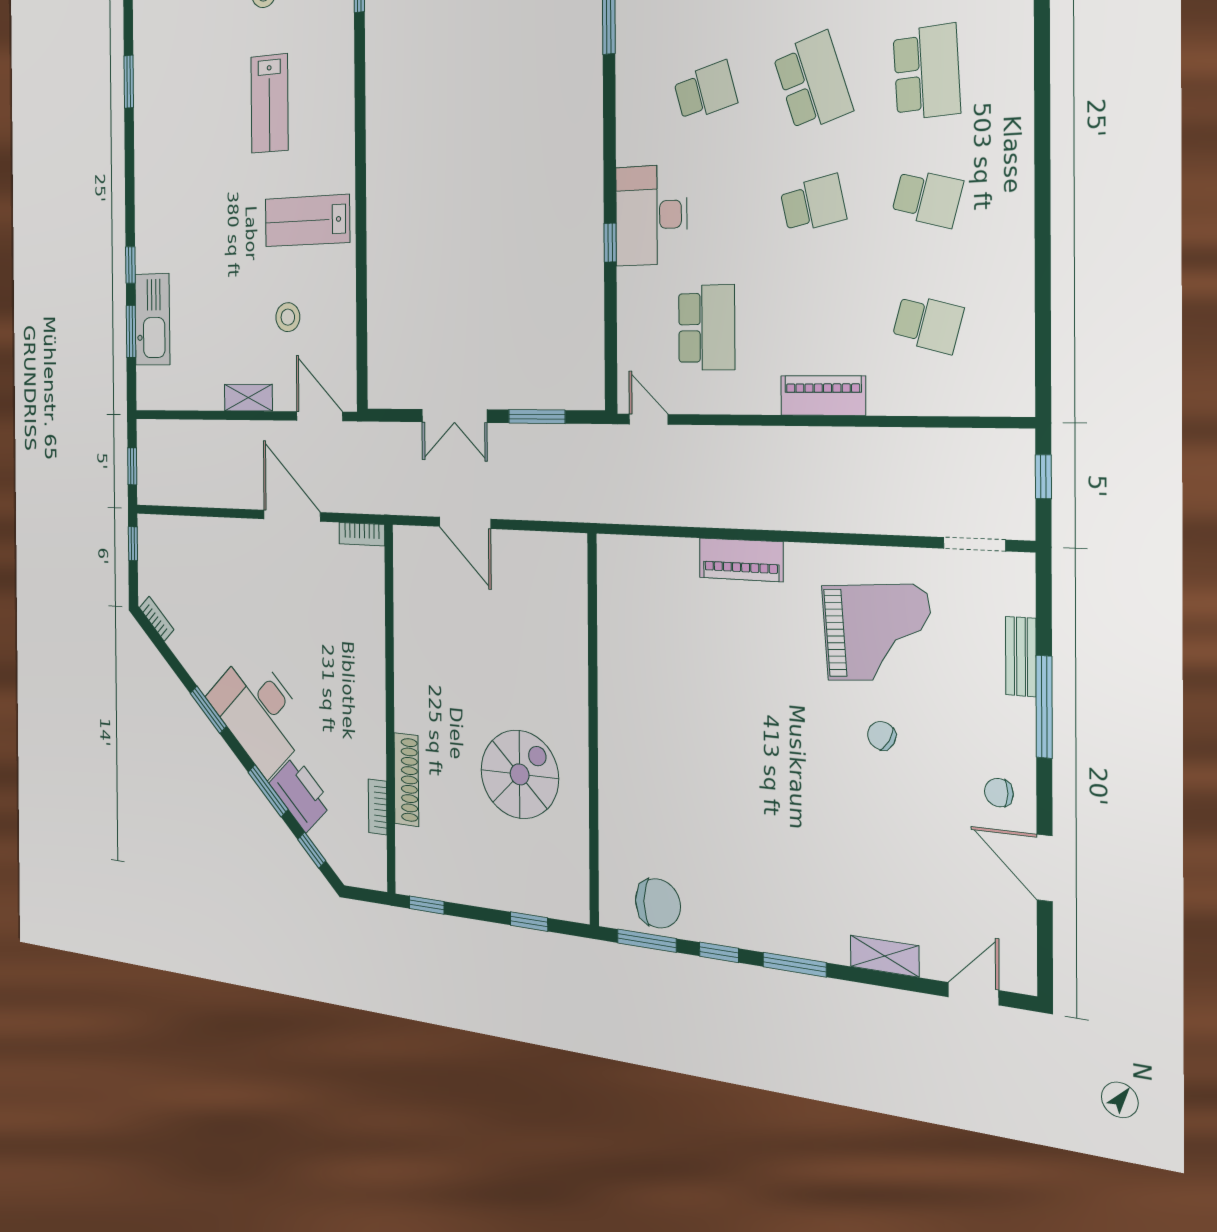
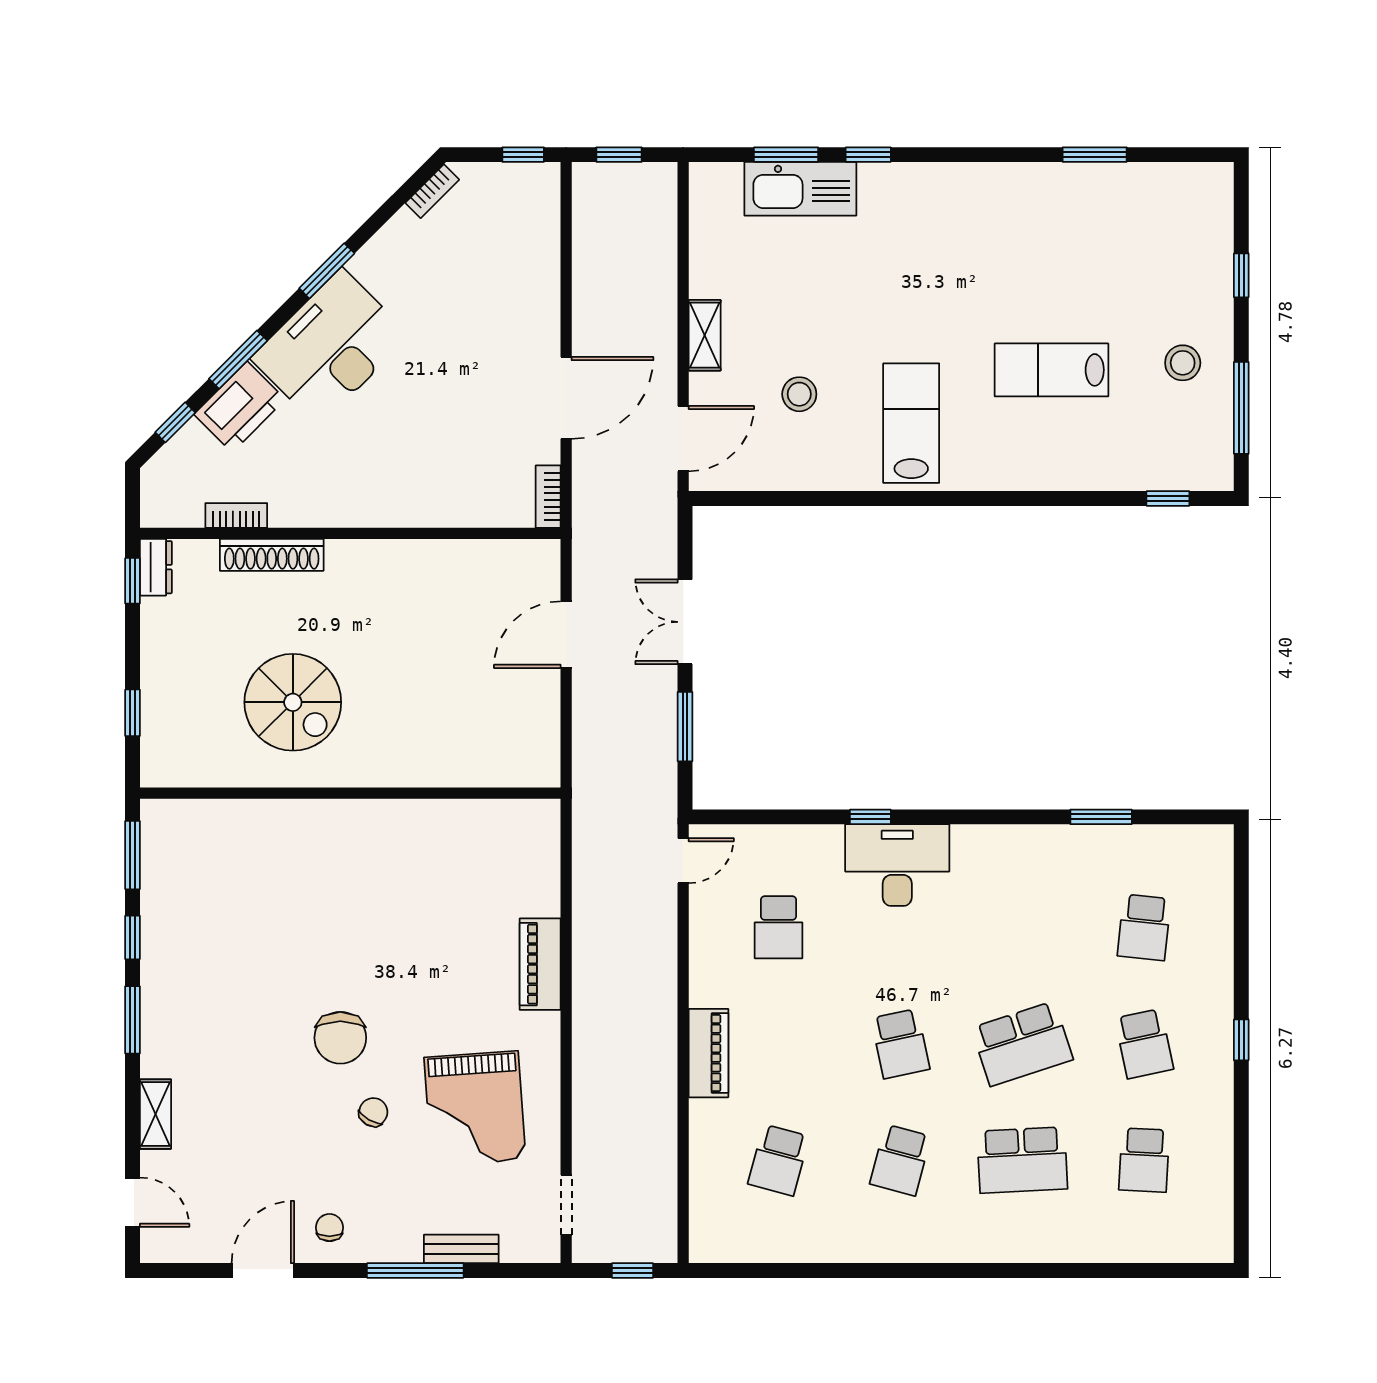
school desk: (705, 91) -> (1022, 927), removed
school desk: (707, 328) -> (778, 927), width x0.54
dresser: (416, 883) -> (156, 567), added
chair: (658, 903) -> (340, 1038), moved

